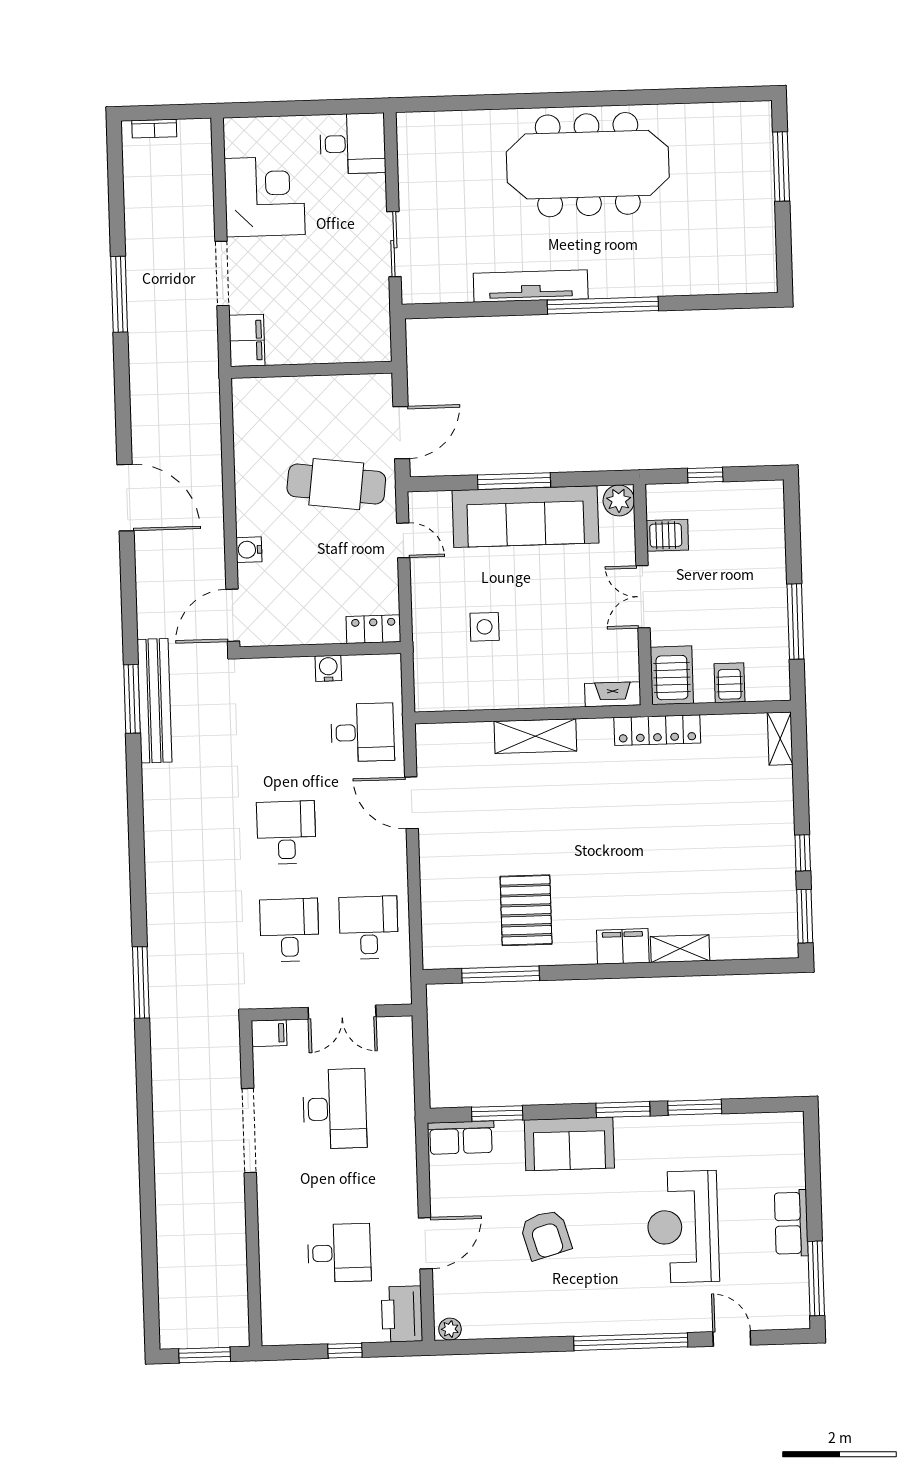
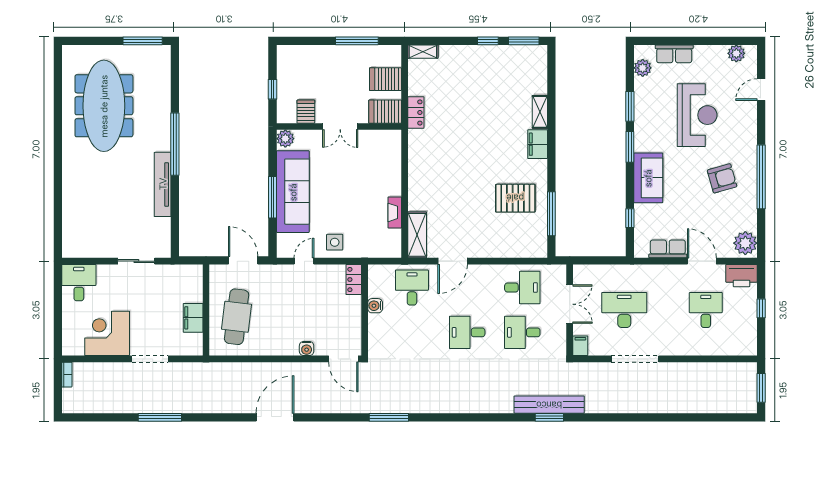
bookcase: (154, 129) -> (67, 375), moved
meeting table: (588, 165) -> (104, 106), moved
window: (781, 166) -> (143, 41), moved
filing cabinet: (247, 340) -> (193, 318), moved, turned -90
cafe table: (336, 484) -> (237, 317), moved
side table: (485, 627) -> (335, 242), moved
server rack: (730, 683) -> (385, 79), width x1.36, depth x1.44
fireplace: (613, 694) -> (395, 212), moved
bench: (154, 701) -> (549, 405), moved
locker: (657, 730) -> (416, 112), width x0.66
shelving: (535, 736) -> (417, 235), moved
desk: (369, 928) -> (522, 288), turned 180
window: (141, 982) -> (549, 417), width x0.69
window: (497, 1113) -> (630, 218), width x0.67
plant: (763, 1128) -> (643, 68), added
row of seats: (461, 1138) -> (668, 249), moved, turned -90
row of seats: (791, 1223) -> (674, 54), moved
reception desk: (683, 1227) -> (697, 115), turned -90
armchair: (546, 1235) -> (722, 178), moved
window: (816, 1278) -> (729, 41), removed
plant: (794, 1293) -> (736, 53), added
plant: (450, 1329) -> (745, 243), width x1.88, depth x1.88
window: (631, 1342) -> (761, 177), moved

